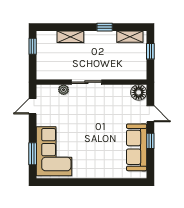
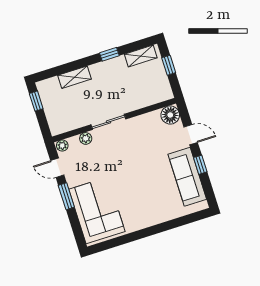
plant: (43, 89) -> (62, 146), added
door: (33, 106) -> (57, 168), hinge flipped
window: (33, 154) -> (66, 196), moved

